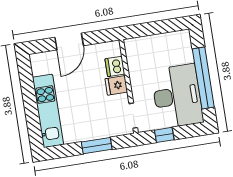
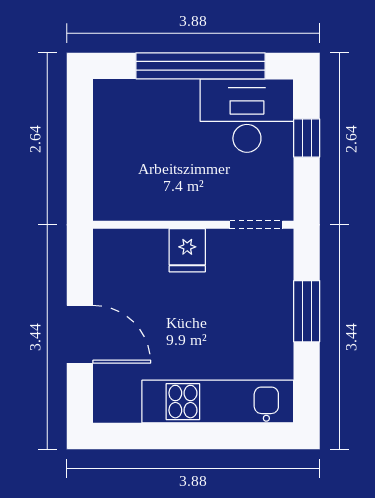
dishwasher: (115, 66) -> (147, 247), removed
desk: (177, 96) -> (247, 116), width x0.73, depth x0.77
window: (164, 135) -> (307, 138), moved

